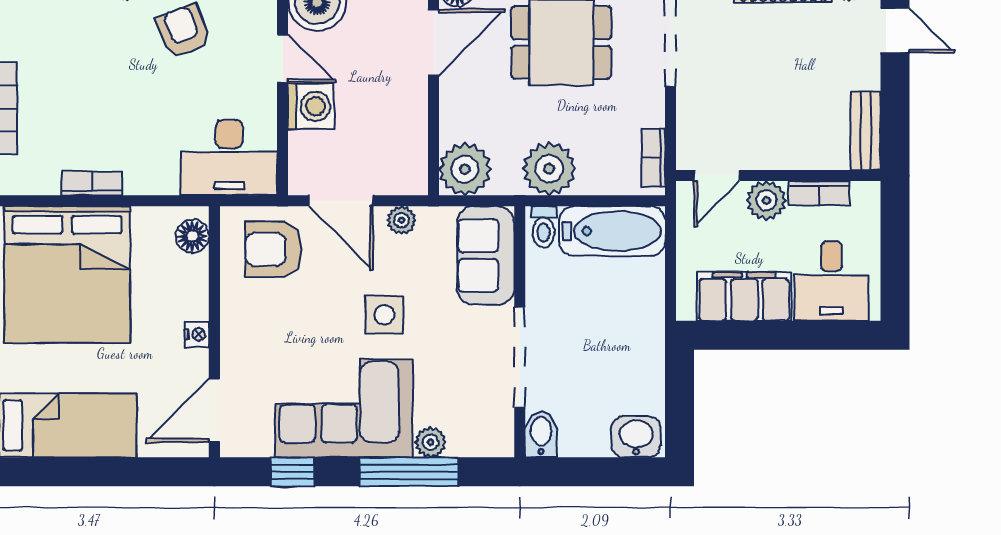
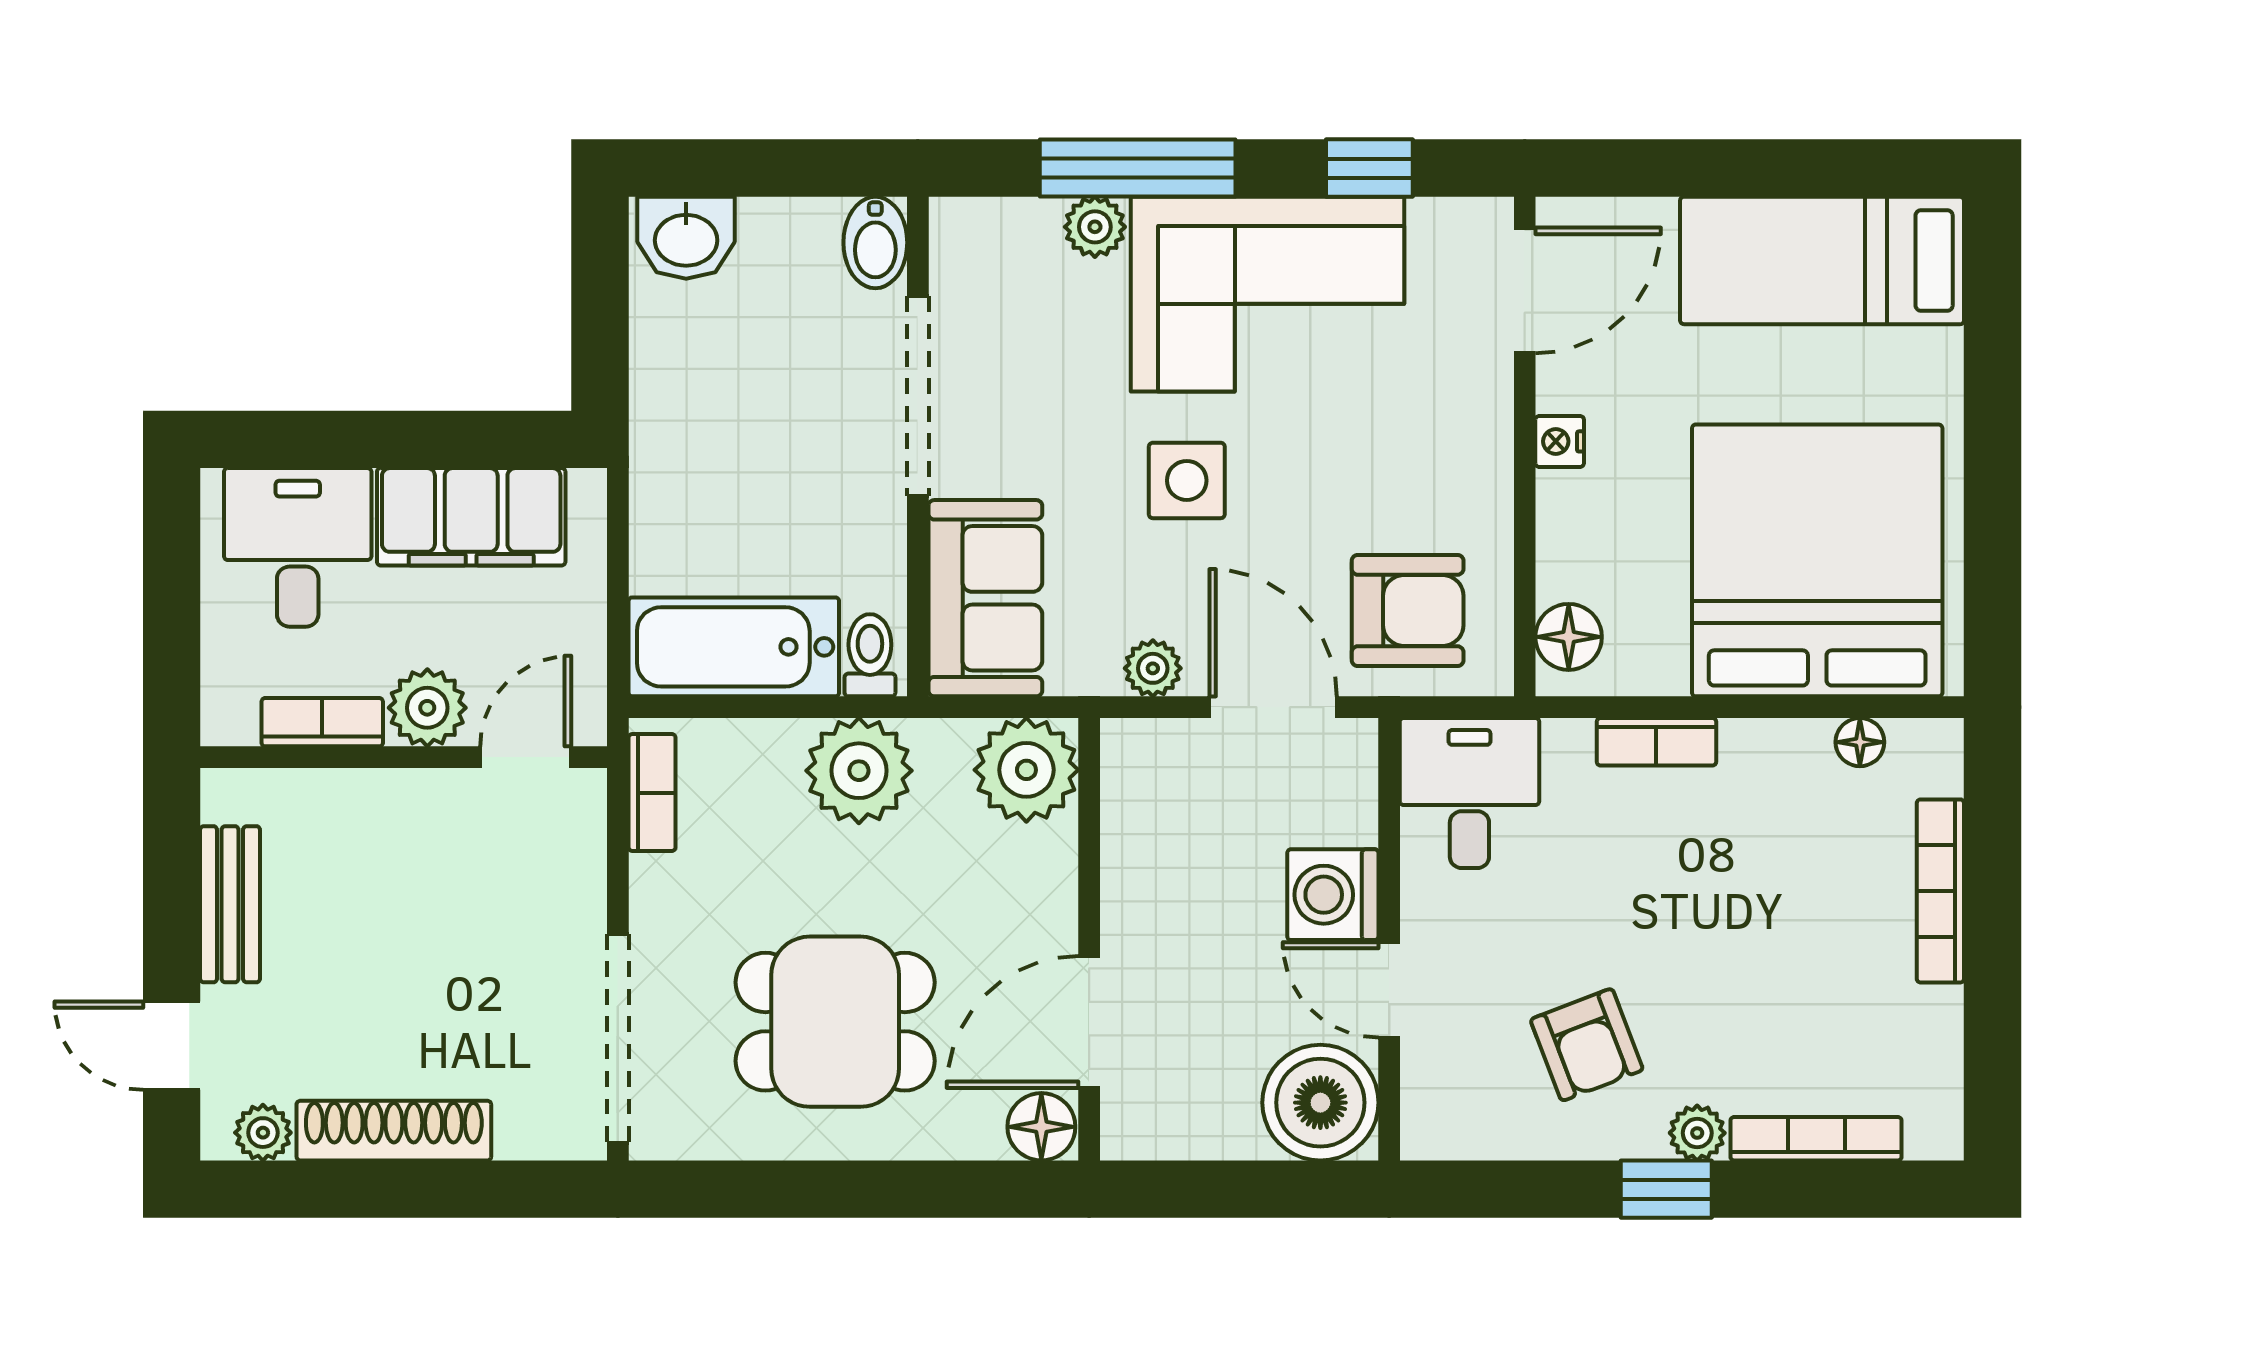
bench: (866, 131) -> (230, 904), moved
desk: (229, 157) -> (1469, 793), width x0.73
floor lamp: (46, 183) -> (1860, 742), added
bookcase: (92, 183) -> (1656, 742), moved

